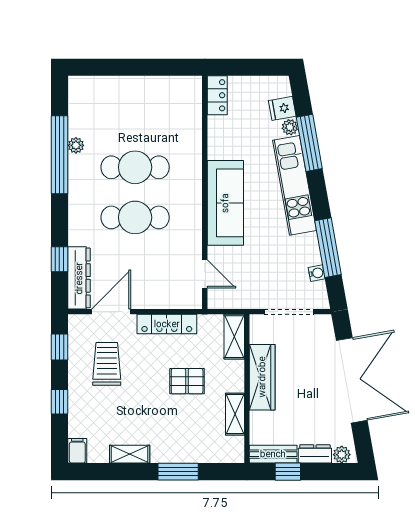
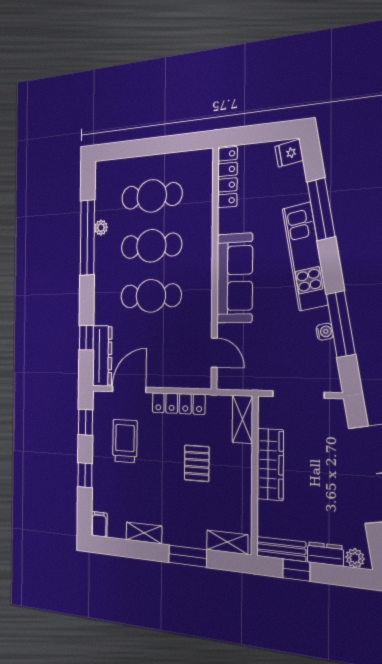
locker: (217, 95) -> (227, 177), width x1.53
fridge: (282, 108) -> (289, 153), moved
cafe table: (135, 117) -> (152, 196), added
plant: (290, 127) -> (300, 194), removed
water cooler: (317, 273) -> (325, 332), moved
pallet: (187, 381) -> (197, 463), turned 90
shelving: (235, 414) -> (227, 542), moved, turned 90

